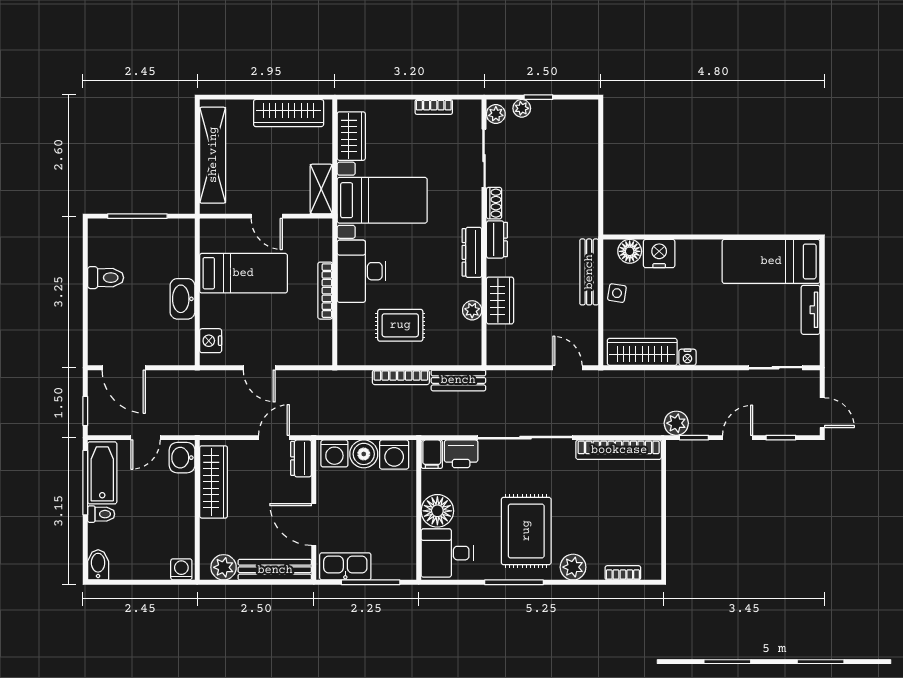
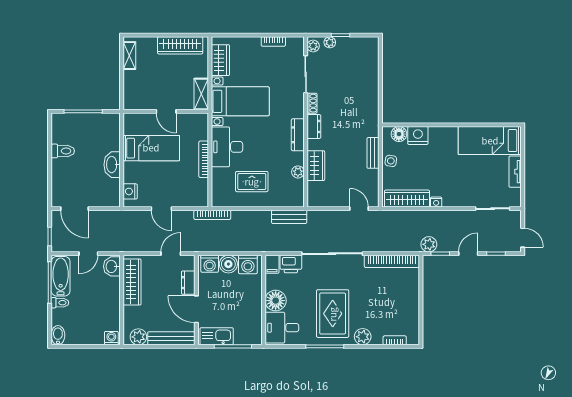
shelving: (213, 155) -> (129, 56), width x0.45, depth x0.75
bench: (589, 272) -> (373, 153), width x0.73
bookcase: (401, 377) -> (212, 215), moved
dresser: (301, 458) -> (188, 283), moved

